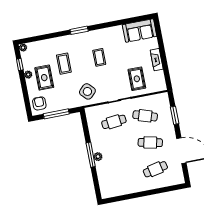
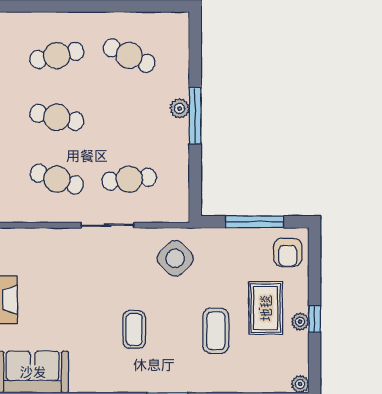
window: (20, 65) -> (315, 319), moved
rug: (137, 79) -> (59, 265), removed
cafe table: (124, 175) -> (129, 56), added

